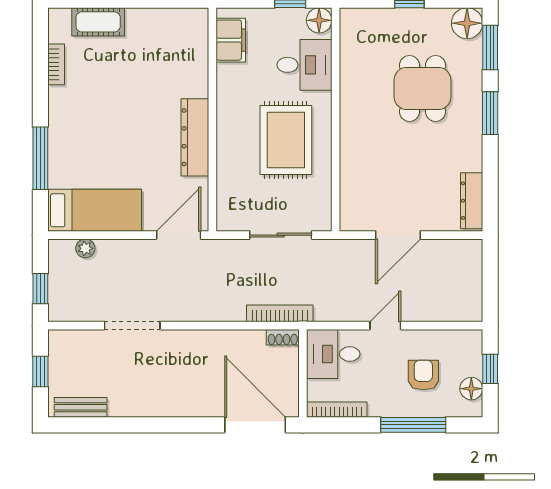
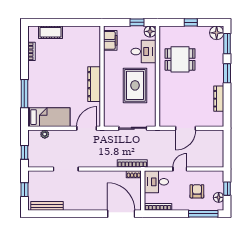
dining table: (422, 88) -> (180, 59), moved, turned 90
dresser: (472, 201) -> (219, 99), moved
bench: (81, 407) -> (47, 206), width x1.36
window: (413, 425) -> (203, 214), moved

